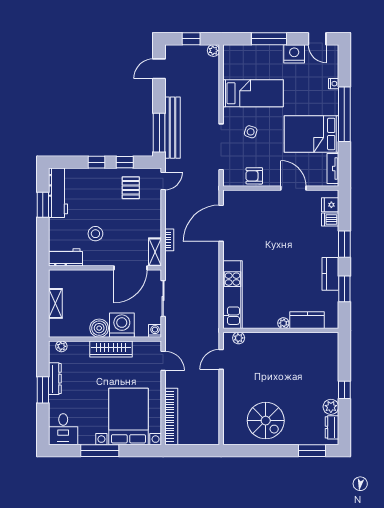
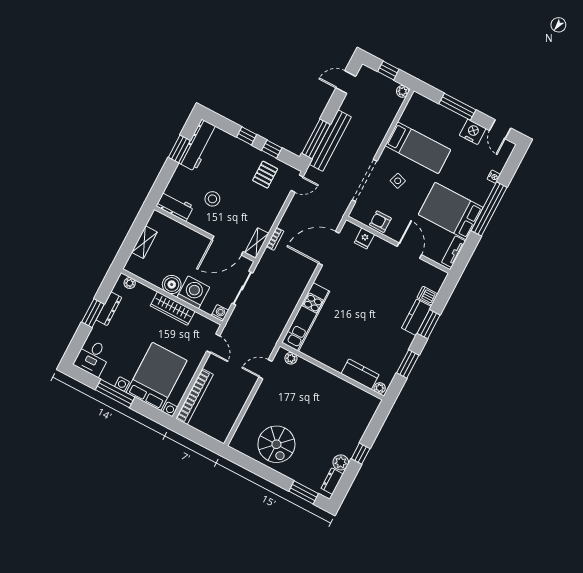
fridge: (330, 205) -> (364, 238), moved, turned -90
kitchen counter: (330, 274) -> (416, 317), moved
plant: (283, 323) -> (380, 388), moved

